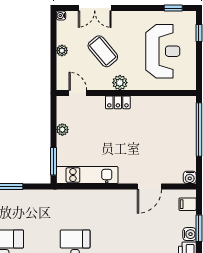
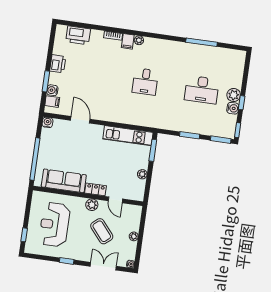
window: (173, 8) -> (67, 261), moved
door: (78, 93) -> (115, 200), moved
sofa: (159, 107) -> (64, 181), added
door: (149, 187) -> (80, 120), hinge flipped
water cooler: (189, 234) -> (52, 90), moved

